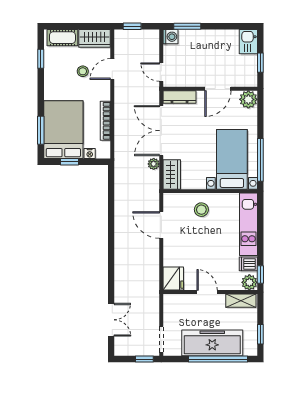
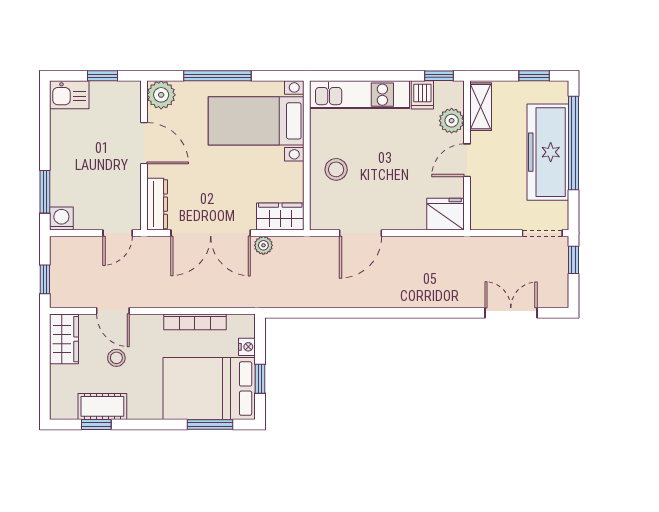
cot: (62, 38) -> (102, 406), moved, turned 90
window: (260, 160) -> (217, 76), moved
plant: (249, 282) -> (452, 121), moved

